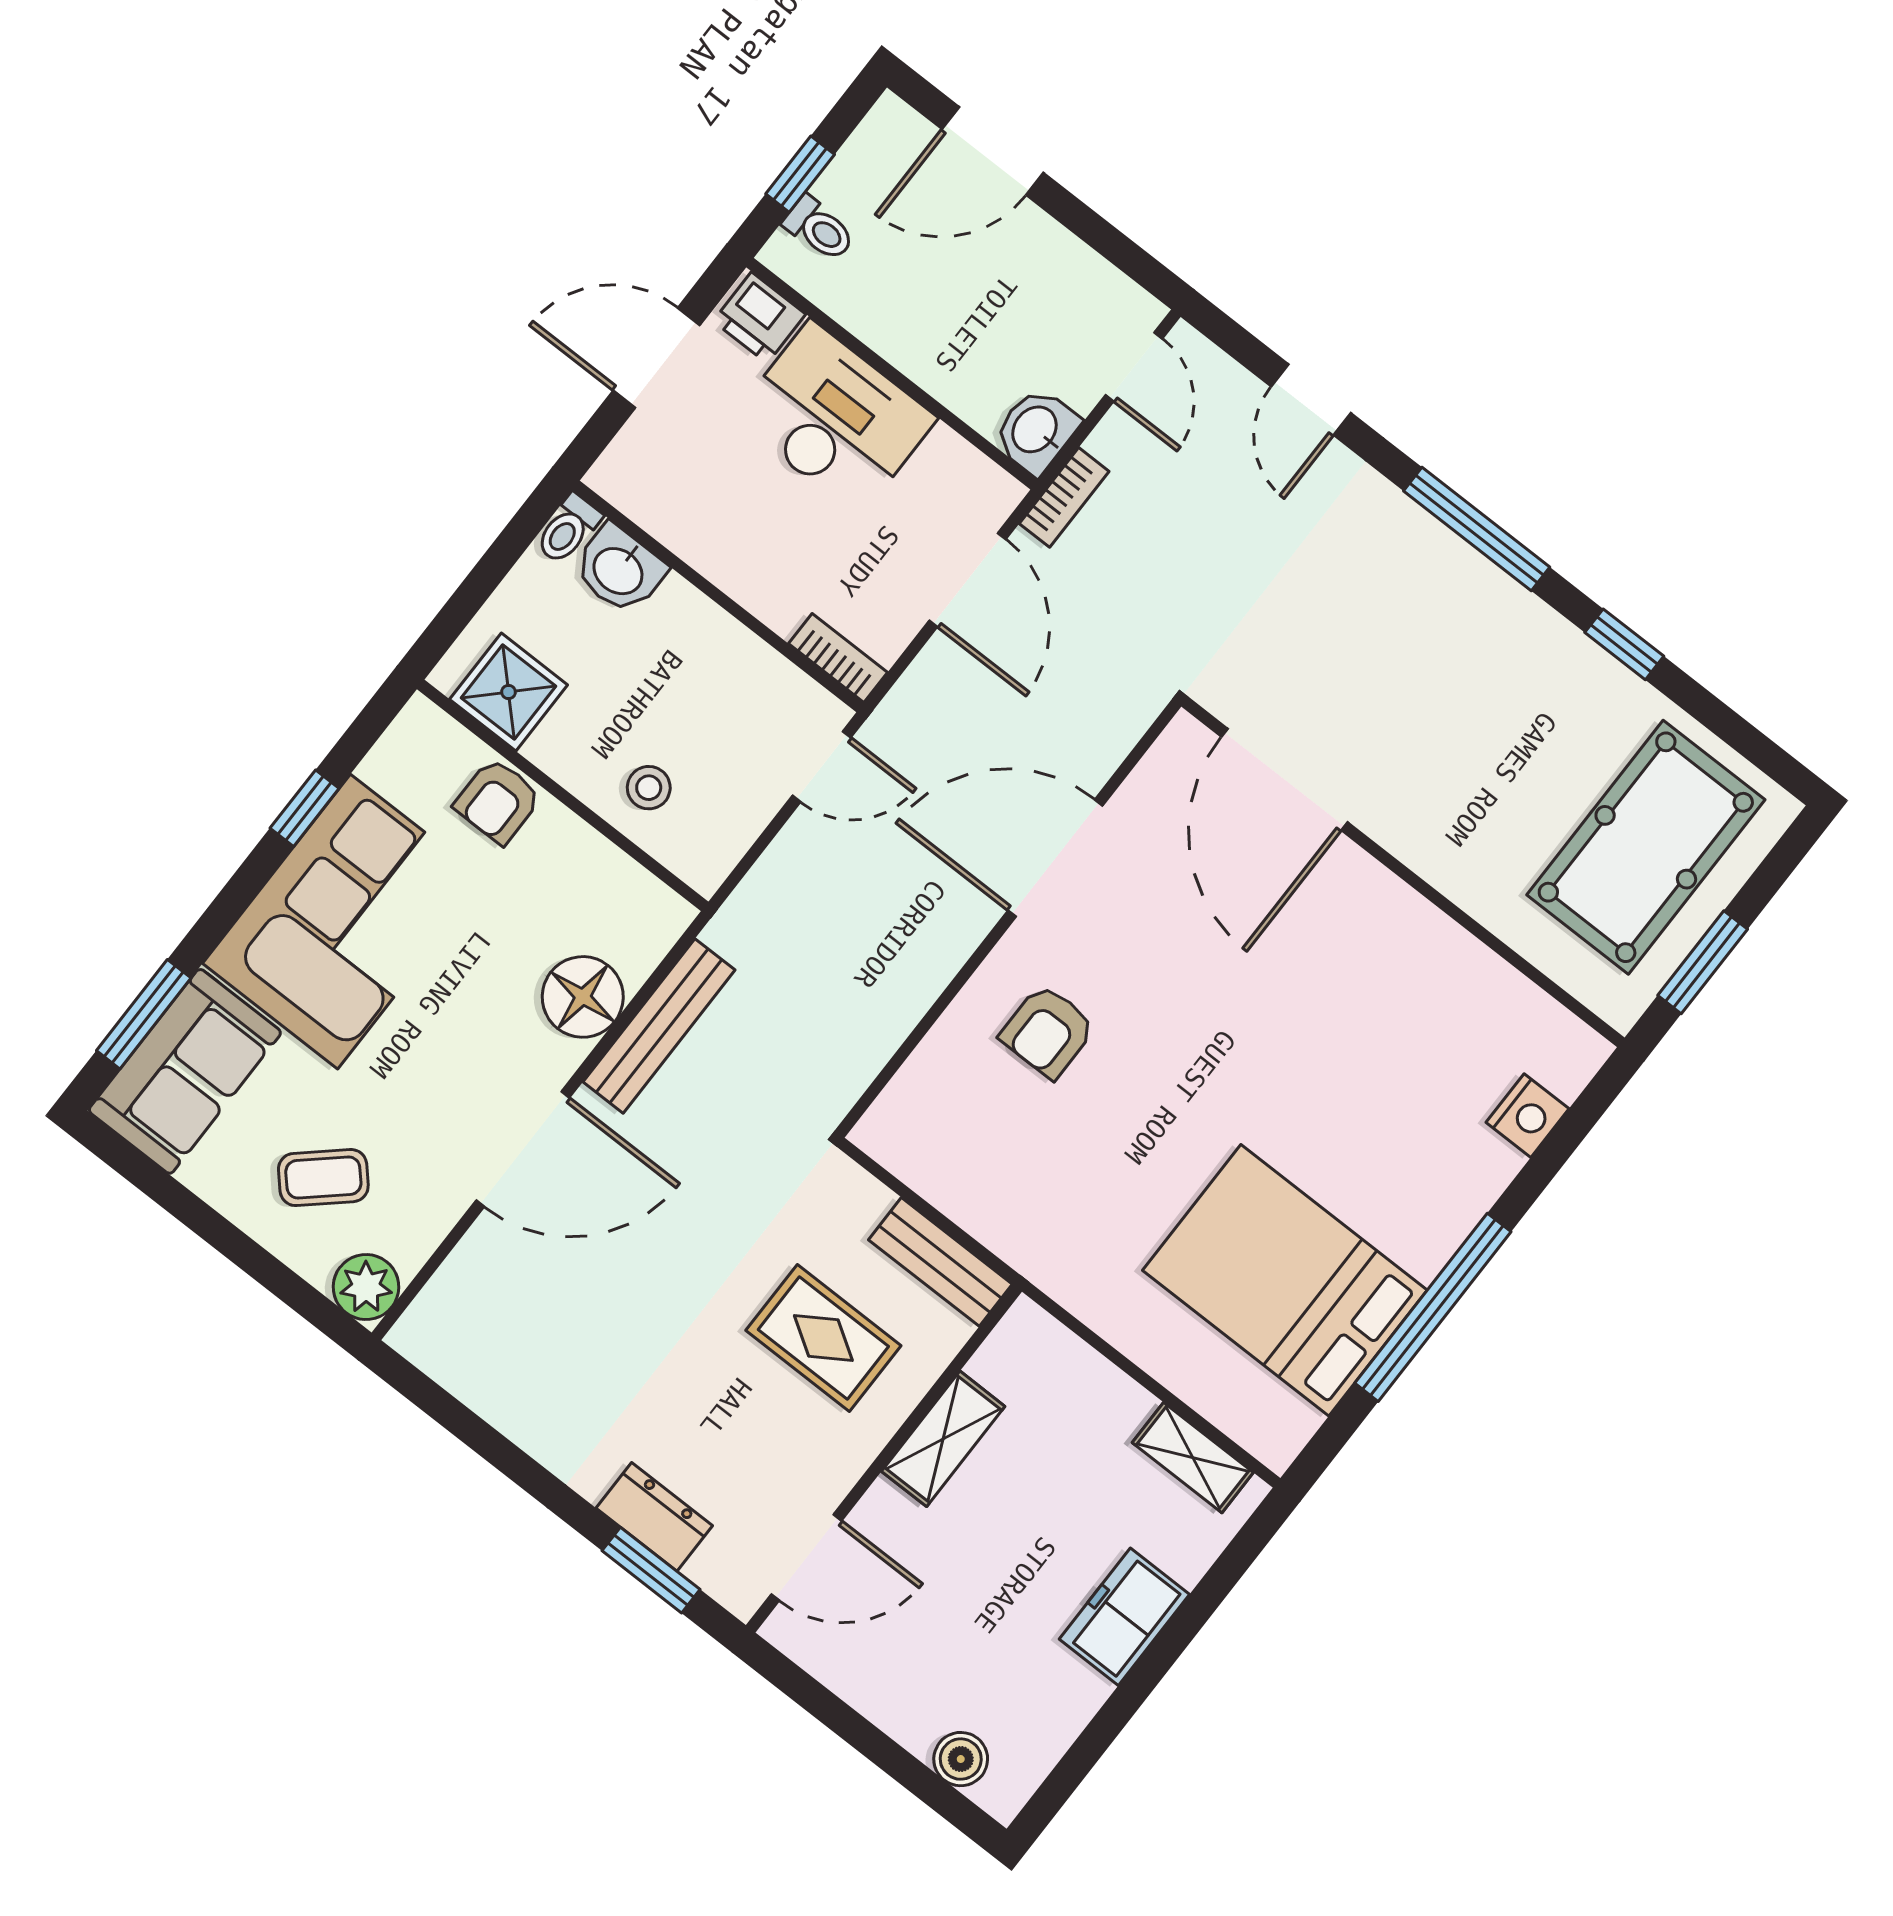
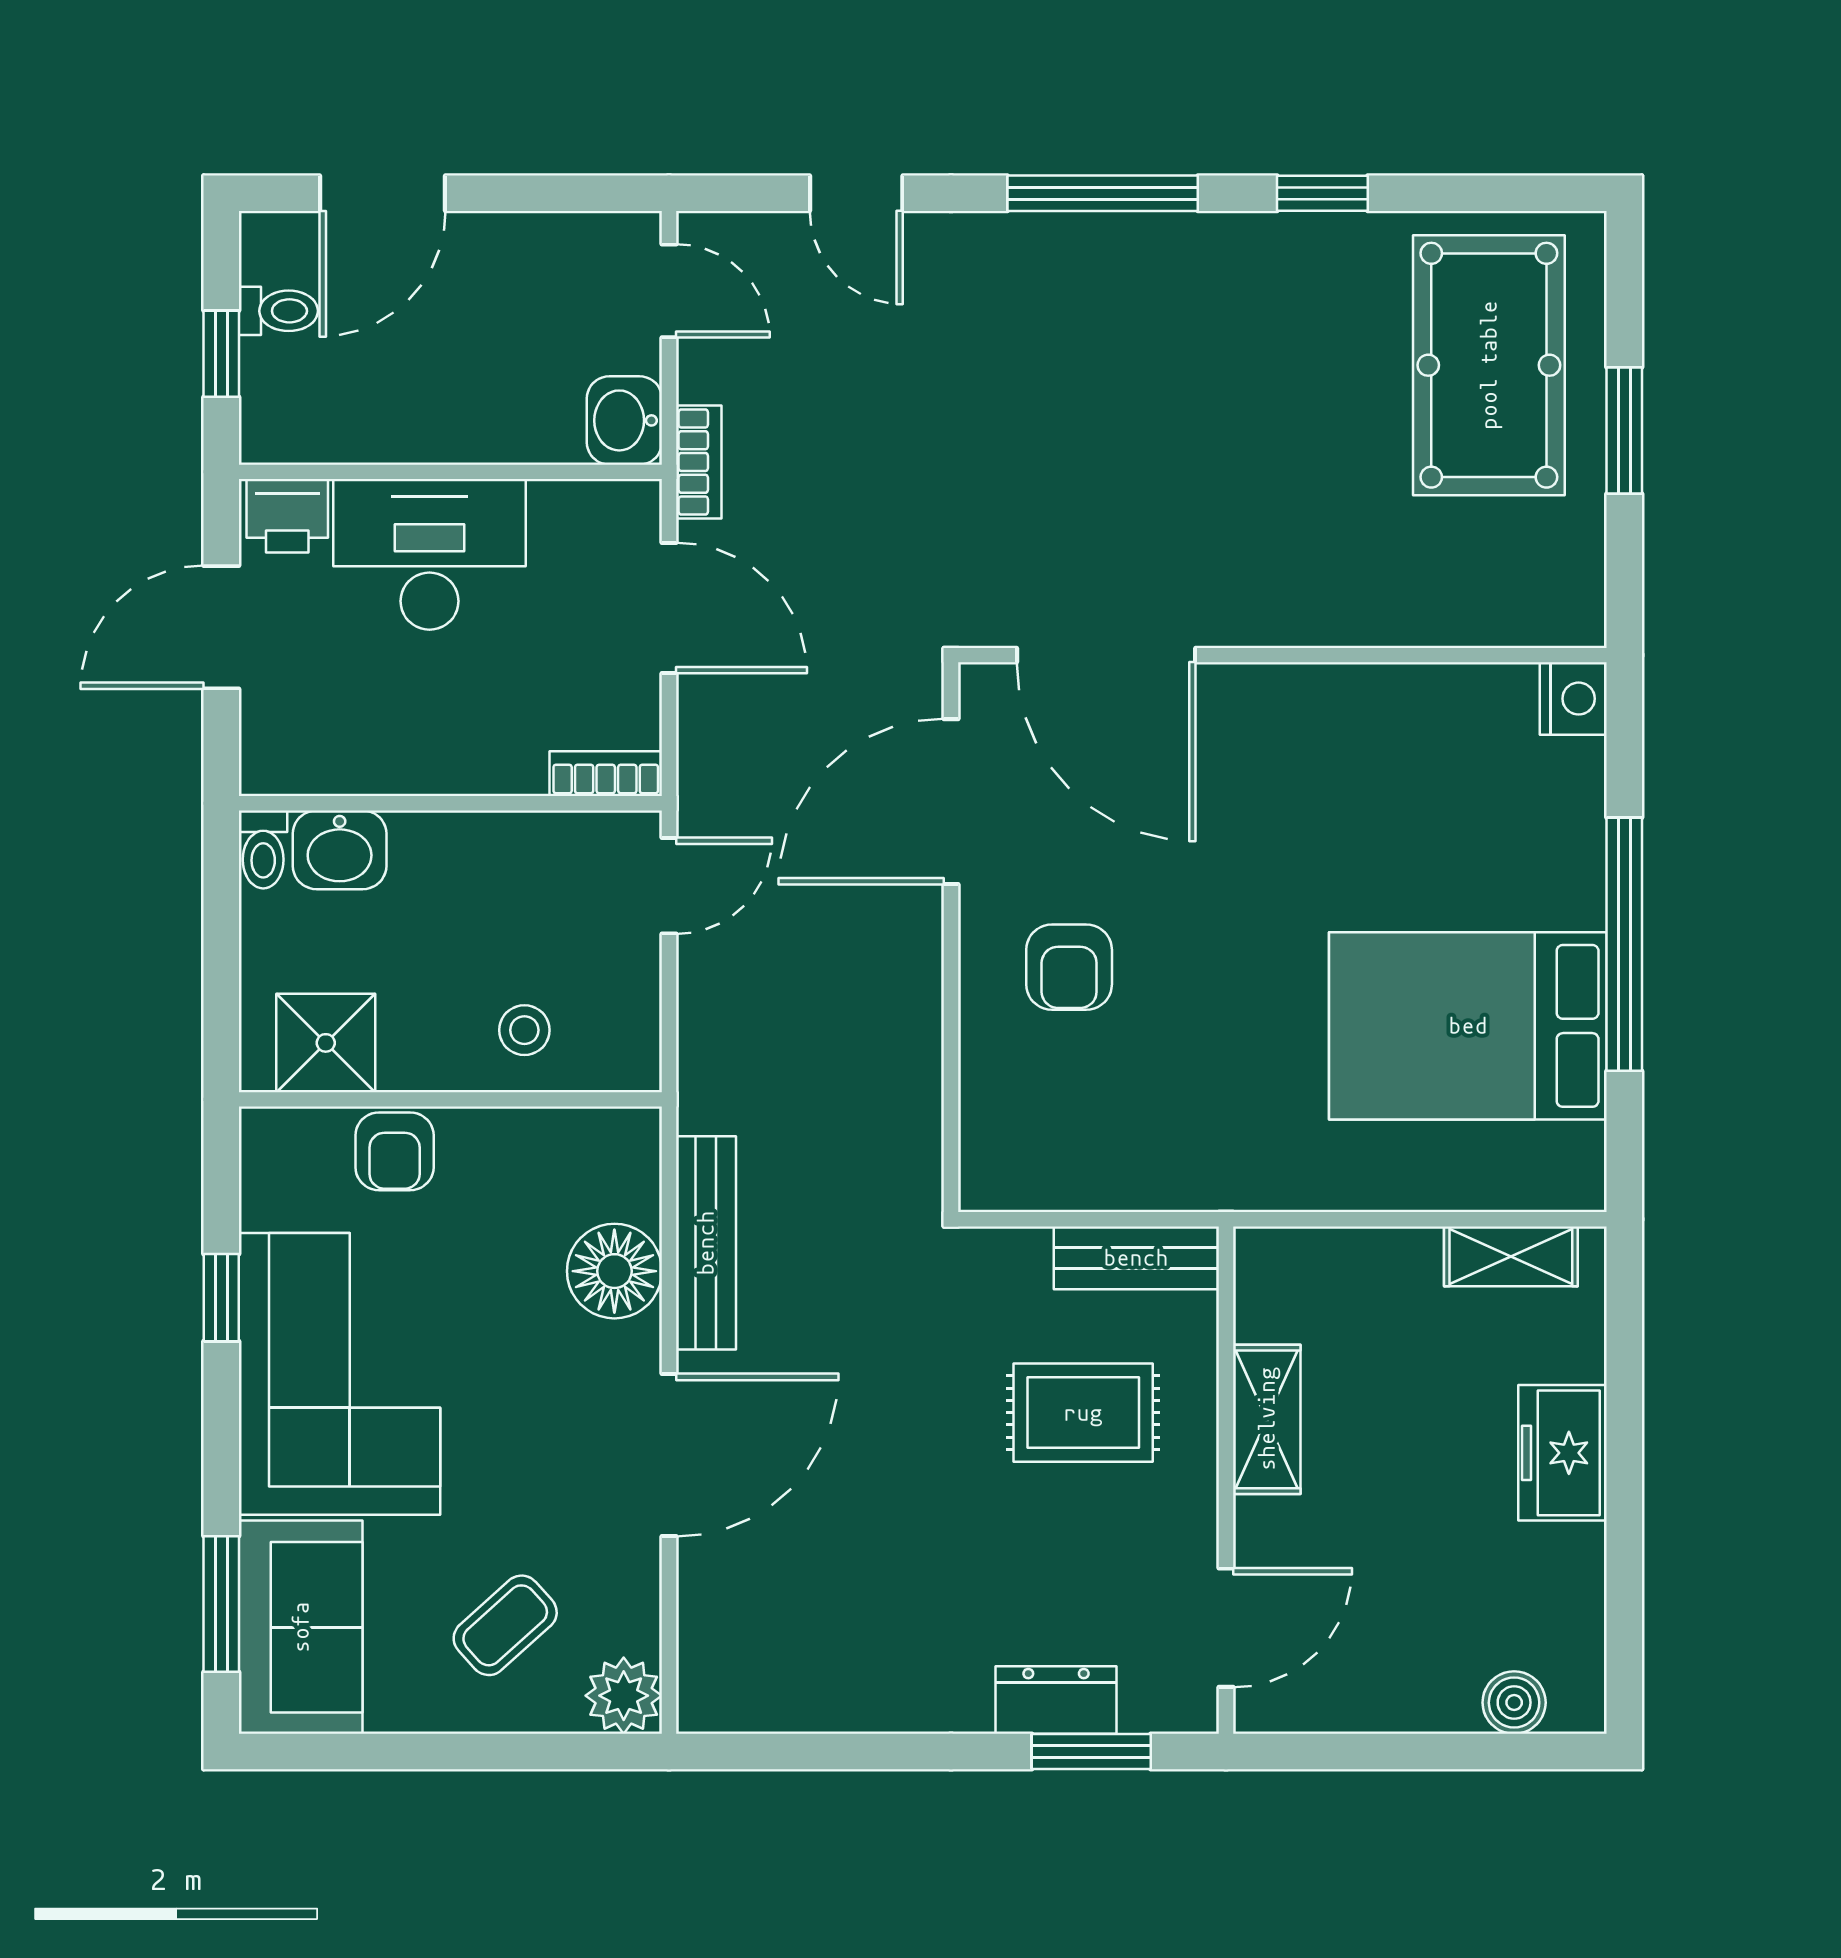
toilet: (819, 229) -> (278, 311), moved
door: (1285, 780) -> (1106, 655), moved
wall: (1403, 872) -> (1282, 655), moved

